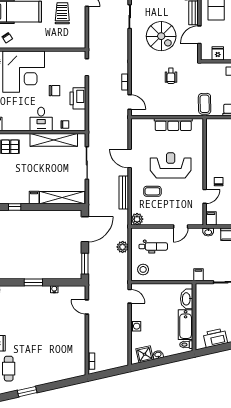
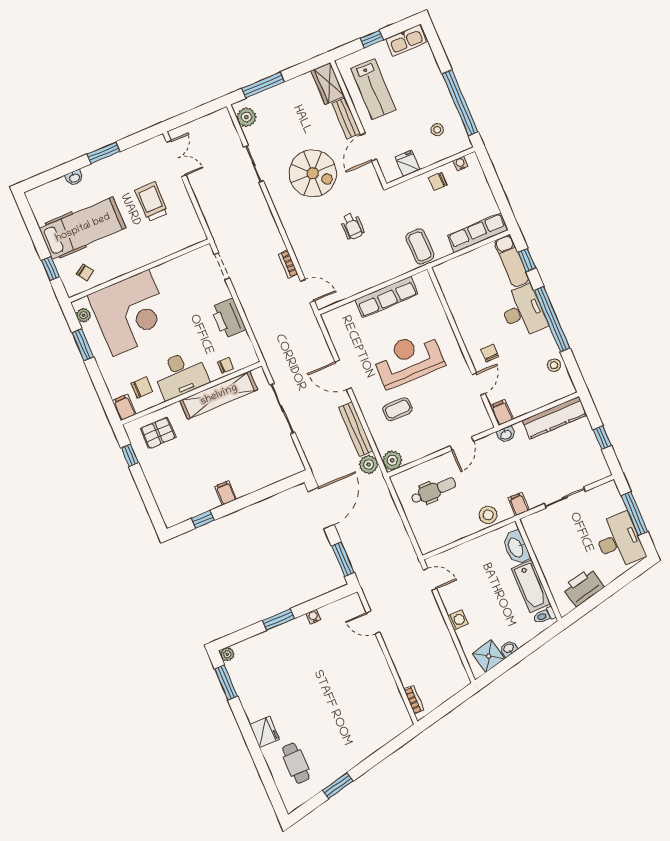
chair: (54, 91) -> (142, 388), moved
desk: (41, 119) -> (181, 375), width x1.37
shelving: (62, 198) -> (268, 475), removed
plant: (123, 247) -> (369, 464), moved
stool: (143, 269) -> (488, 515), moved

